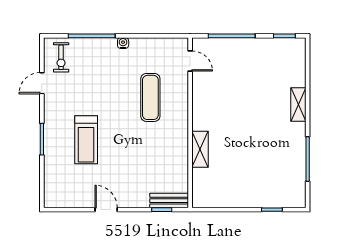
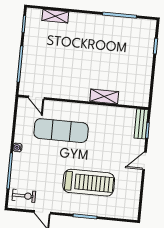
door: (190, 61) -> (36, 98), swing flipped
exercise mat: (150, 97) -> (61, 131), width x1.36, depth x1.45
shelving: (298, 104) -> (55, 16), moved
treadmill: (86, 140) -> (89, 183), width x1.37, depth x1.38
door: (106, 210) -> (145, 161), moved

